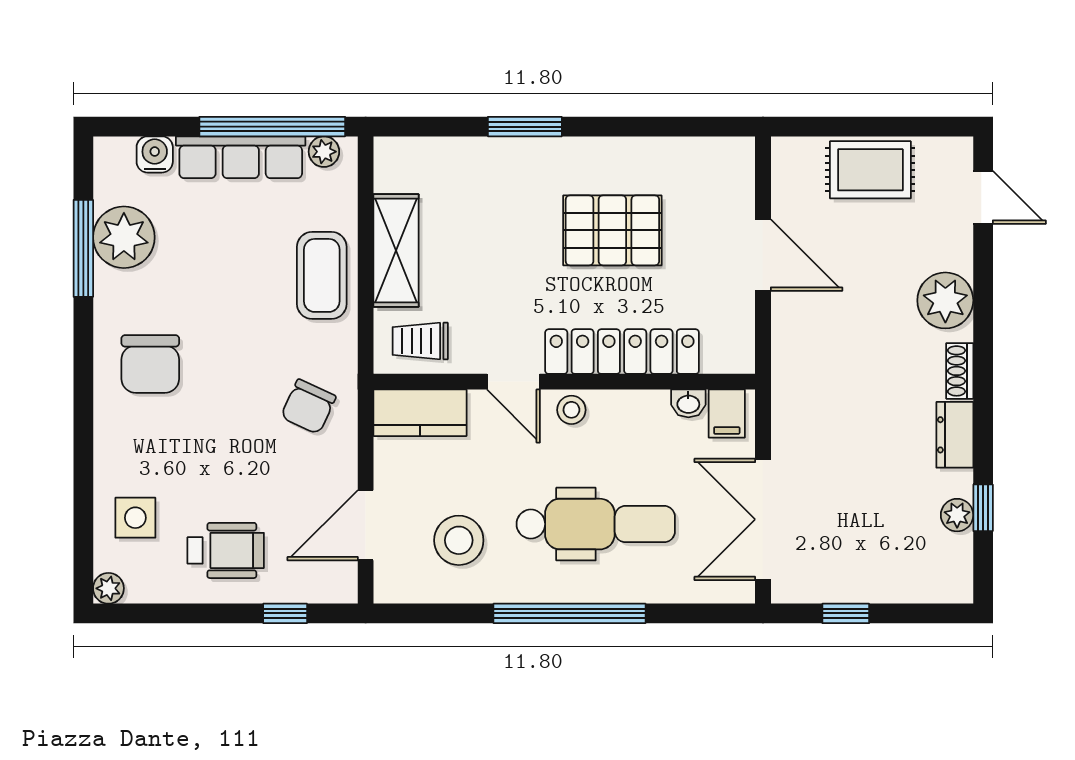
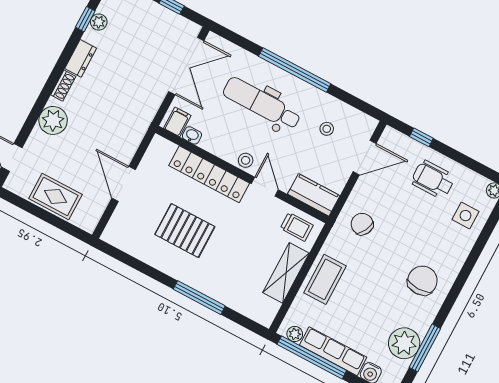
window: (525, 127) -> (199, 298), width x1.44
chair: (308, 407) -> (362, 224), turned -88
stool: (459, 540) -> (327, 129), width x0.53, depth x0.53

